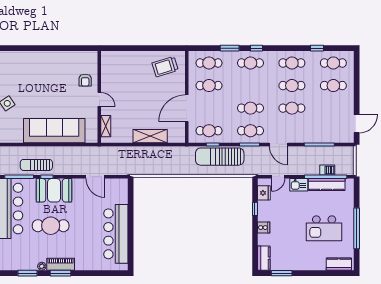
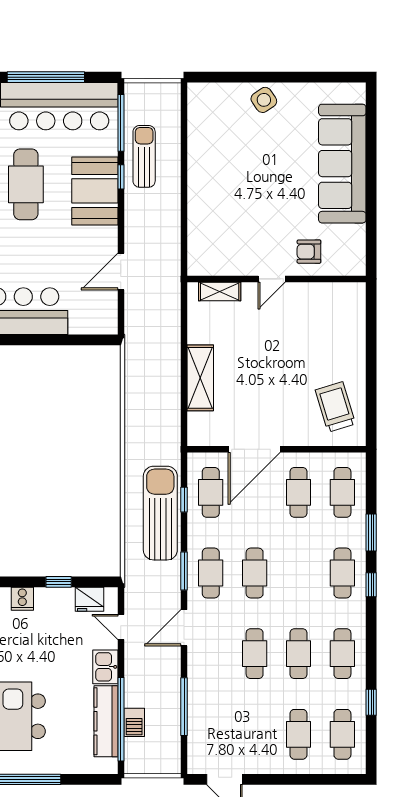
door: (187, 108) -> (254, 449), swing flipped
sofa: (54, 131) -> (342, 164), moved, turned 180

